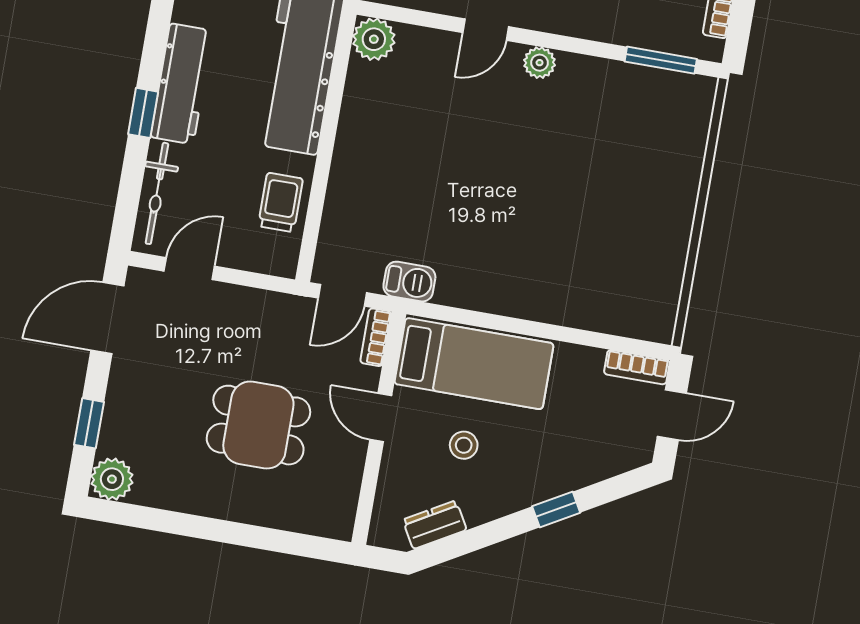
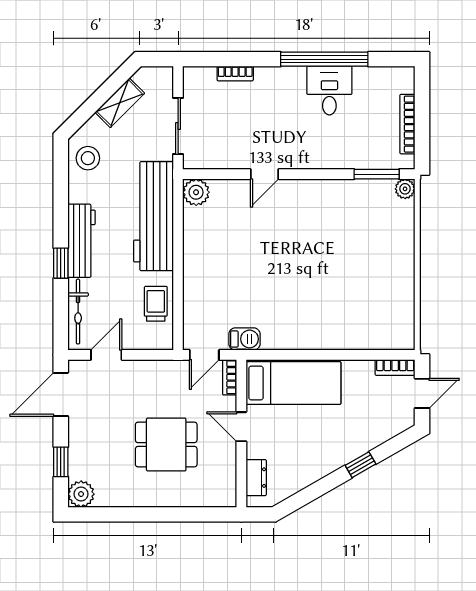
plant: (540, 63) -> (405, 189), moved
stool: (464, 445) -> (296, 435), removed
dresser: (435, 525) -> (256, 478), moved, turned 120

